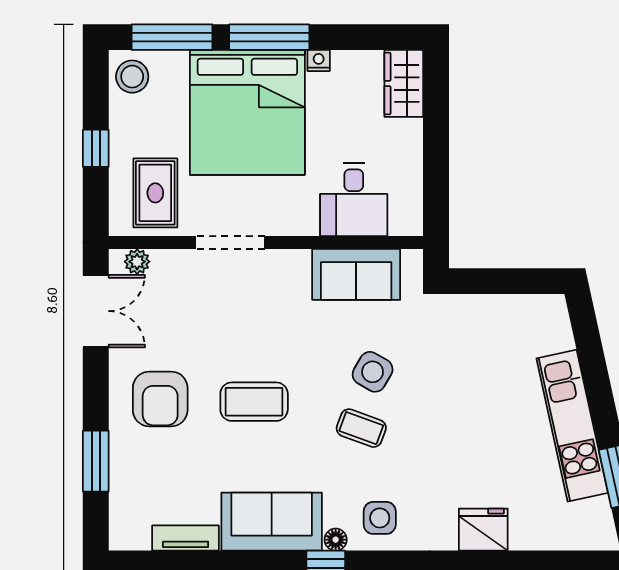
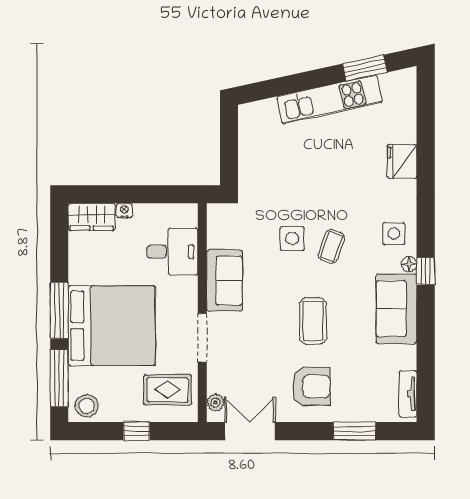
nightstand: (319, 61) -> (124, 211), moved, turned 90
sofa: (356, 274) -> (224, 281), moved
side table: (373, 372) -> (292, 238), turned -30
tv unit: (186, 538) -> (408, 394), moved

